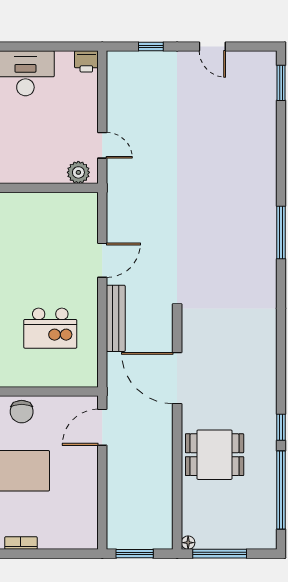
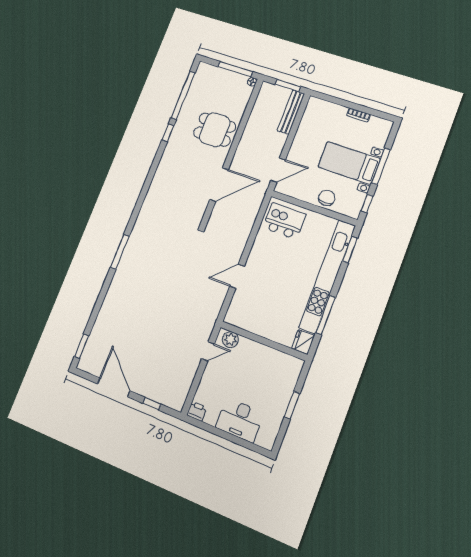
door: (212, 47) -> (114, 387), width x1.88
door: (102, 145) -> (208, 351), swing flipped
bench: (116, 318) -> (291, 112), moved
kitchen island: (50, 328) -> (284, 221), moved
door: (177, 378) -> (219, 185), hinge flipped

